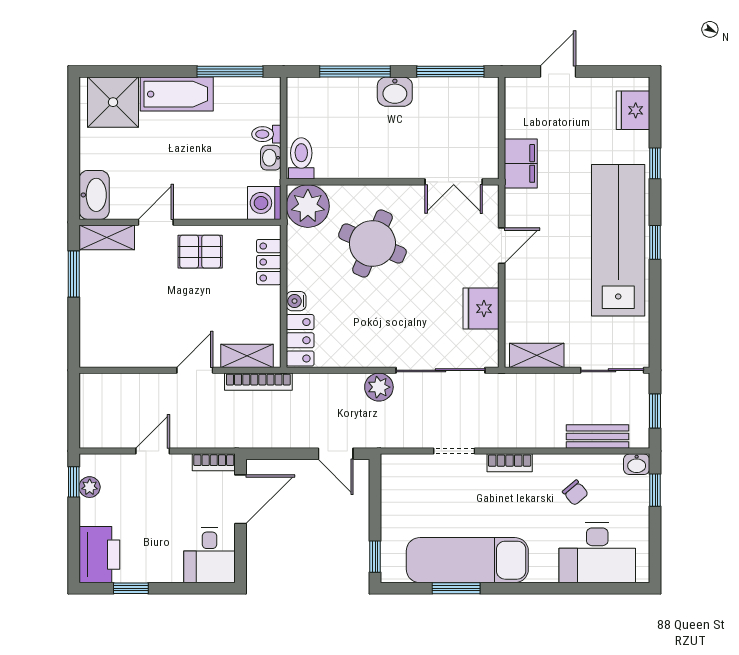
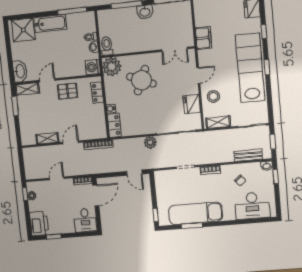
stool: (531, 296) -> (213, 96), added
shelving: (247, 356) -> (47, 138), moved

